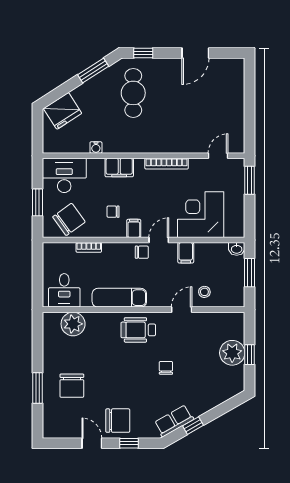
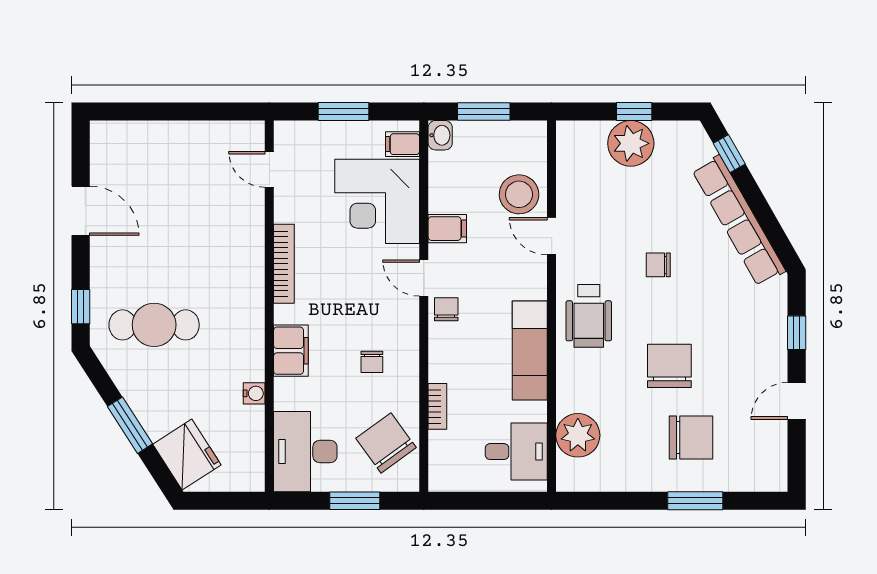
window: (93, 70) -> (130, 425), moved
window: (250, 180) -> (343, 111), moved
filing cabinet: (134, 228) -> (403, 144), moved
stool: (204, 292) -> (519, 194), width x1.89, depth x1.89
chair: (118, 421) -> (669, 366), moved
row of seats: (174, 421) -> (739, 221), width x2.02
window: (193, 426) -> (729, 154), moved

